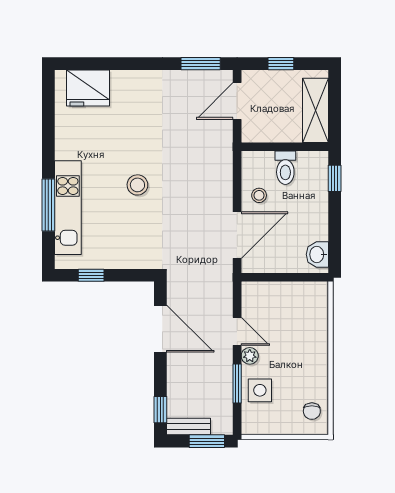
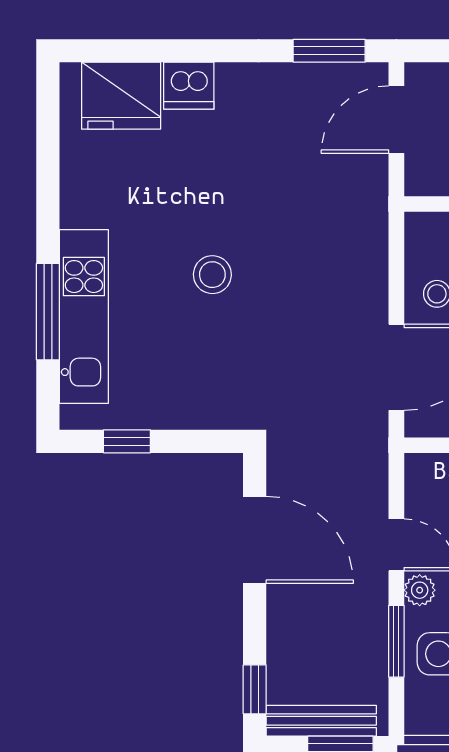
dishwasher: (125, 83) -> (189, 86), added
bench: (188, 427) -> (321, 721), width x1.36

